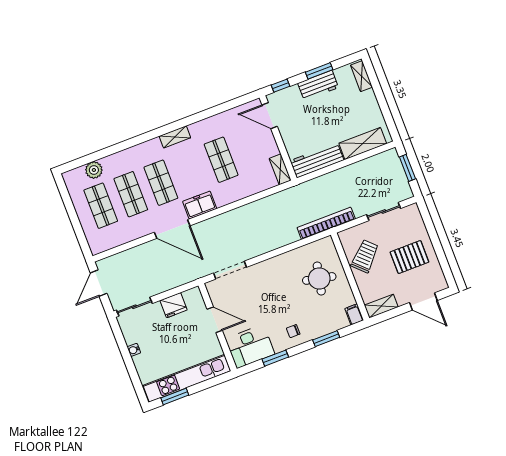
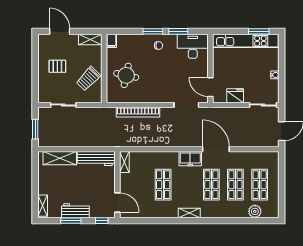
bookcase: (326, 223) -> (138, 112), moved
pallet: (409, 257) -> (57, 66), width x0.67, depth x0.71
door: (215, 320) -> (210, 87), moved
window: (326, 339) -> (153, 31), moved

